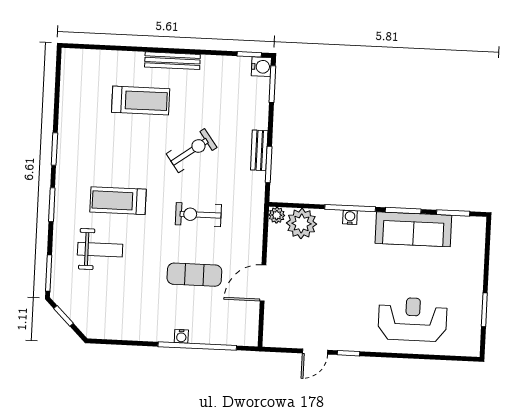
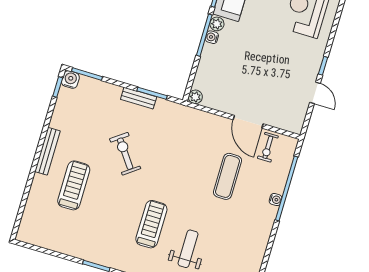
treadmill: (118, 201) -> (151, 224), turned 180
exercise bike: (198, 215) -> (268, 147), moved, width x0.73, depth x0.72
plant: (301, 224) -> (217, 24), moved, width x0.53, depth x0.53

